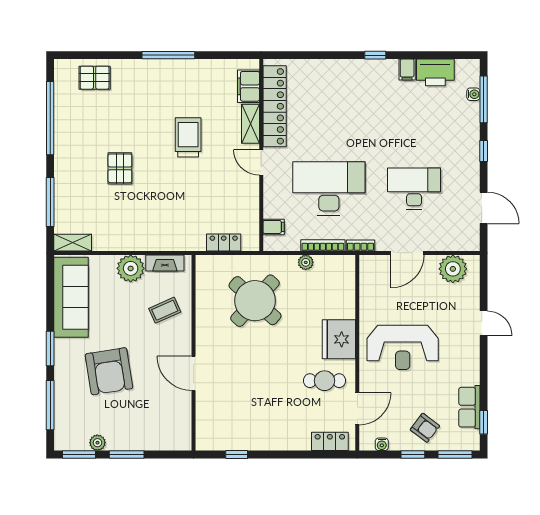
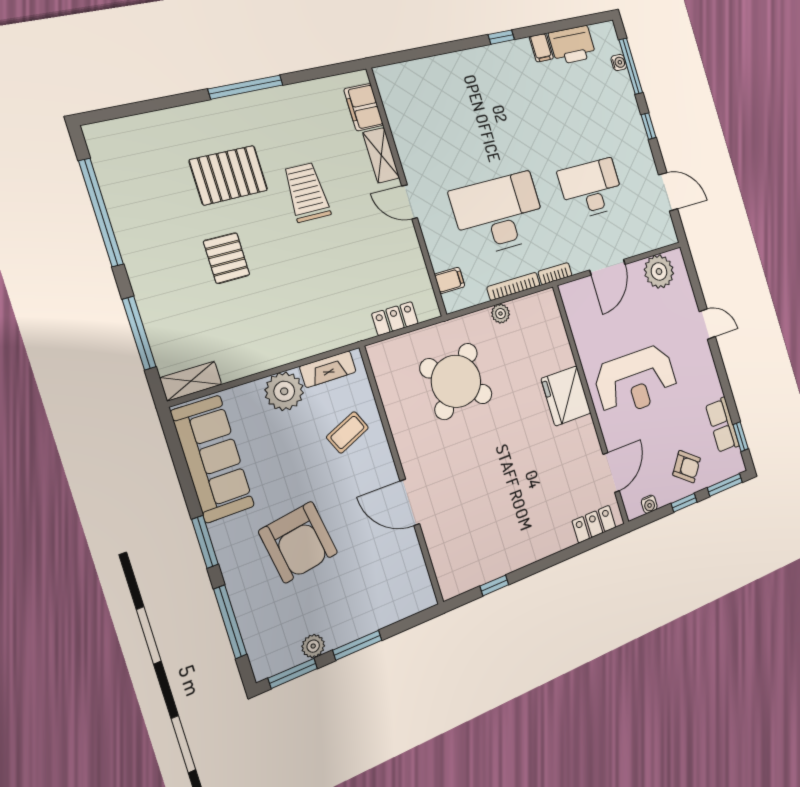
pallet: (95, 78) -> (229, 175), moved, width x1.50, depth x1.42
locker: (275, 106) -> (404, 126), removed
cafe table: (325, 381) -> (566, 452), removed

